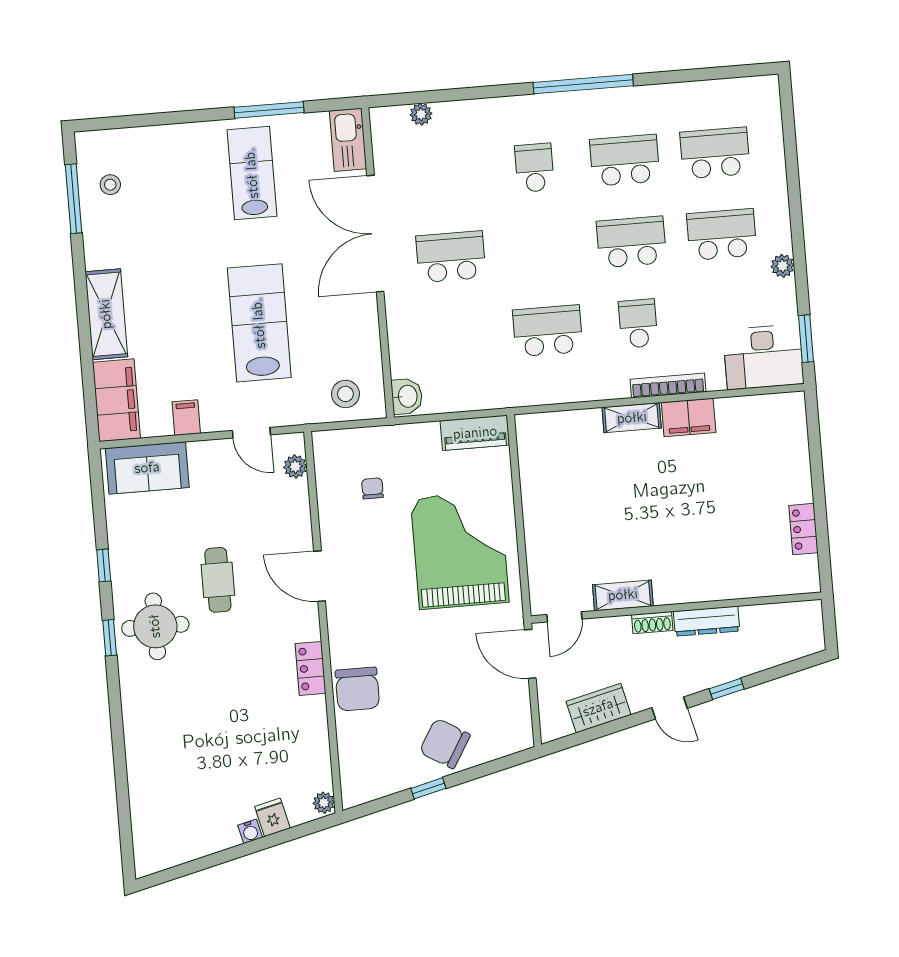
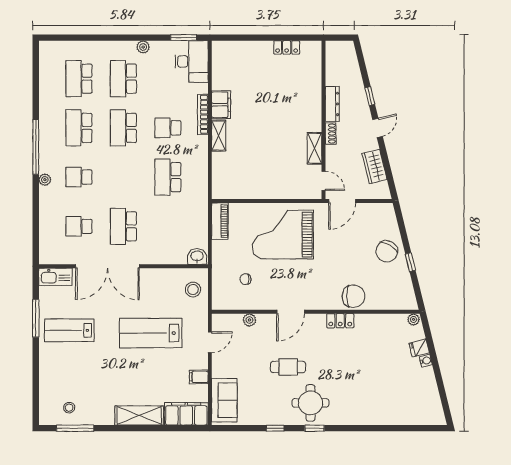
plant: (421, 114) -> (45, 180), moved
school desk: (444, 175) -> (79, 226), added
plant: (295, 467) -> (249, 320), moved

